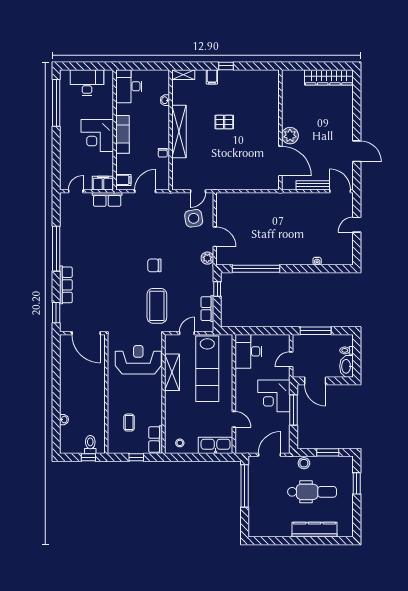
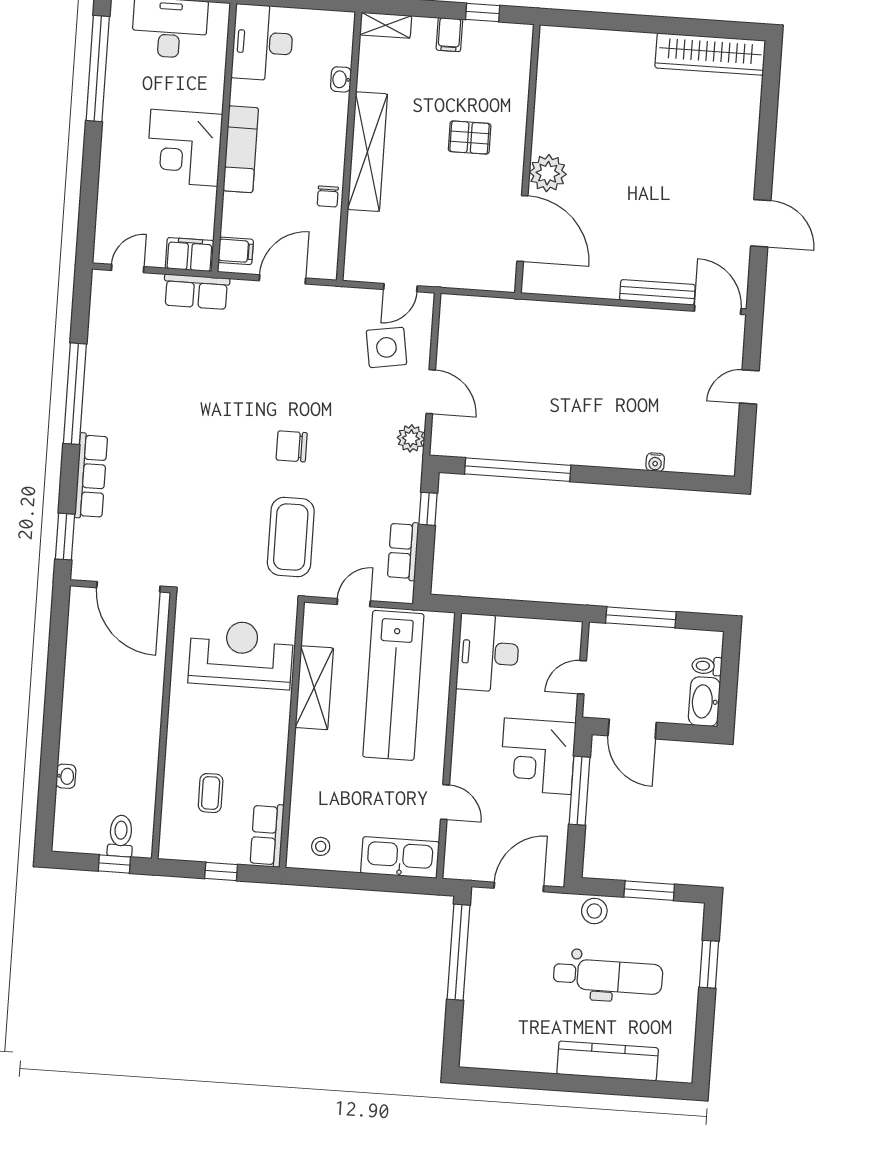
wall: (280, 130) -> (527, 159), moved
plant: (290, 136) -> (548, 173), moved
door: (280, 161) -> (522, 228), moved

